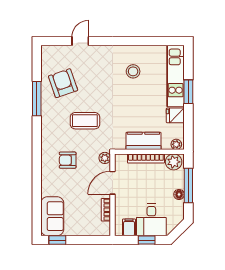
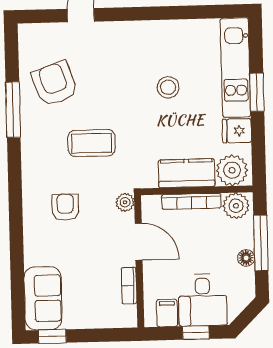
stool: (133, 71) -> (168, 87), moved
plant: (176, 144) -> (232, 170), width x1.87, depth x1.87
armchair: (68, 160) -> (65, 207), turned 90
door: (113, 183) -> (139, 242), swing flipped

